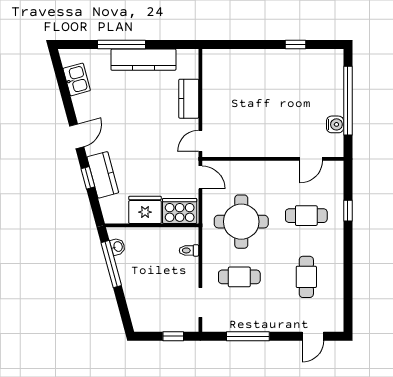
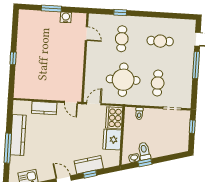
window: (295, 45) -> (13, 58), moved
window: (348, 101) -> (51, 8), width x0.47
toilet: (130, 262) -> (144, 151), added
window: (111, 264) -> (145, 163), width x0.46
window: (248, 336) -> (196, 65), moved

